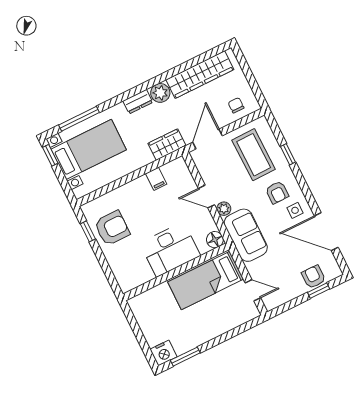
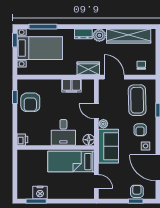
door: (207, 139) -> (114, 77), hinge flipped
filing cabinet: (156, 179) -> (71, 86), width x2.00
armchair: (112, 228) -> (30, 102), turned 90
desk: (170, 249) -> (63, 132), width x0.73
printer: (126, 283) -> (22, 140), added
nightstand: (164, 353) -> (40, 193), moved

